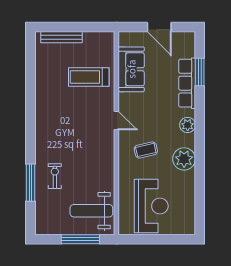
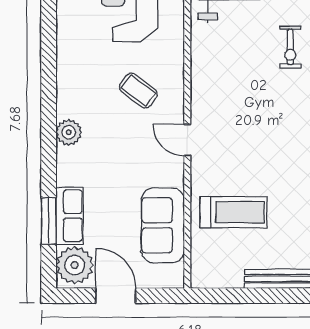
row of seats: (187, 83) -> (70, 216), width x0.68
coffee table: (146, 150) -> (138, 91), turned 50
plant: (184, 159) -> (75, 265), moved

